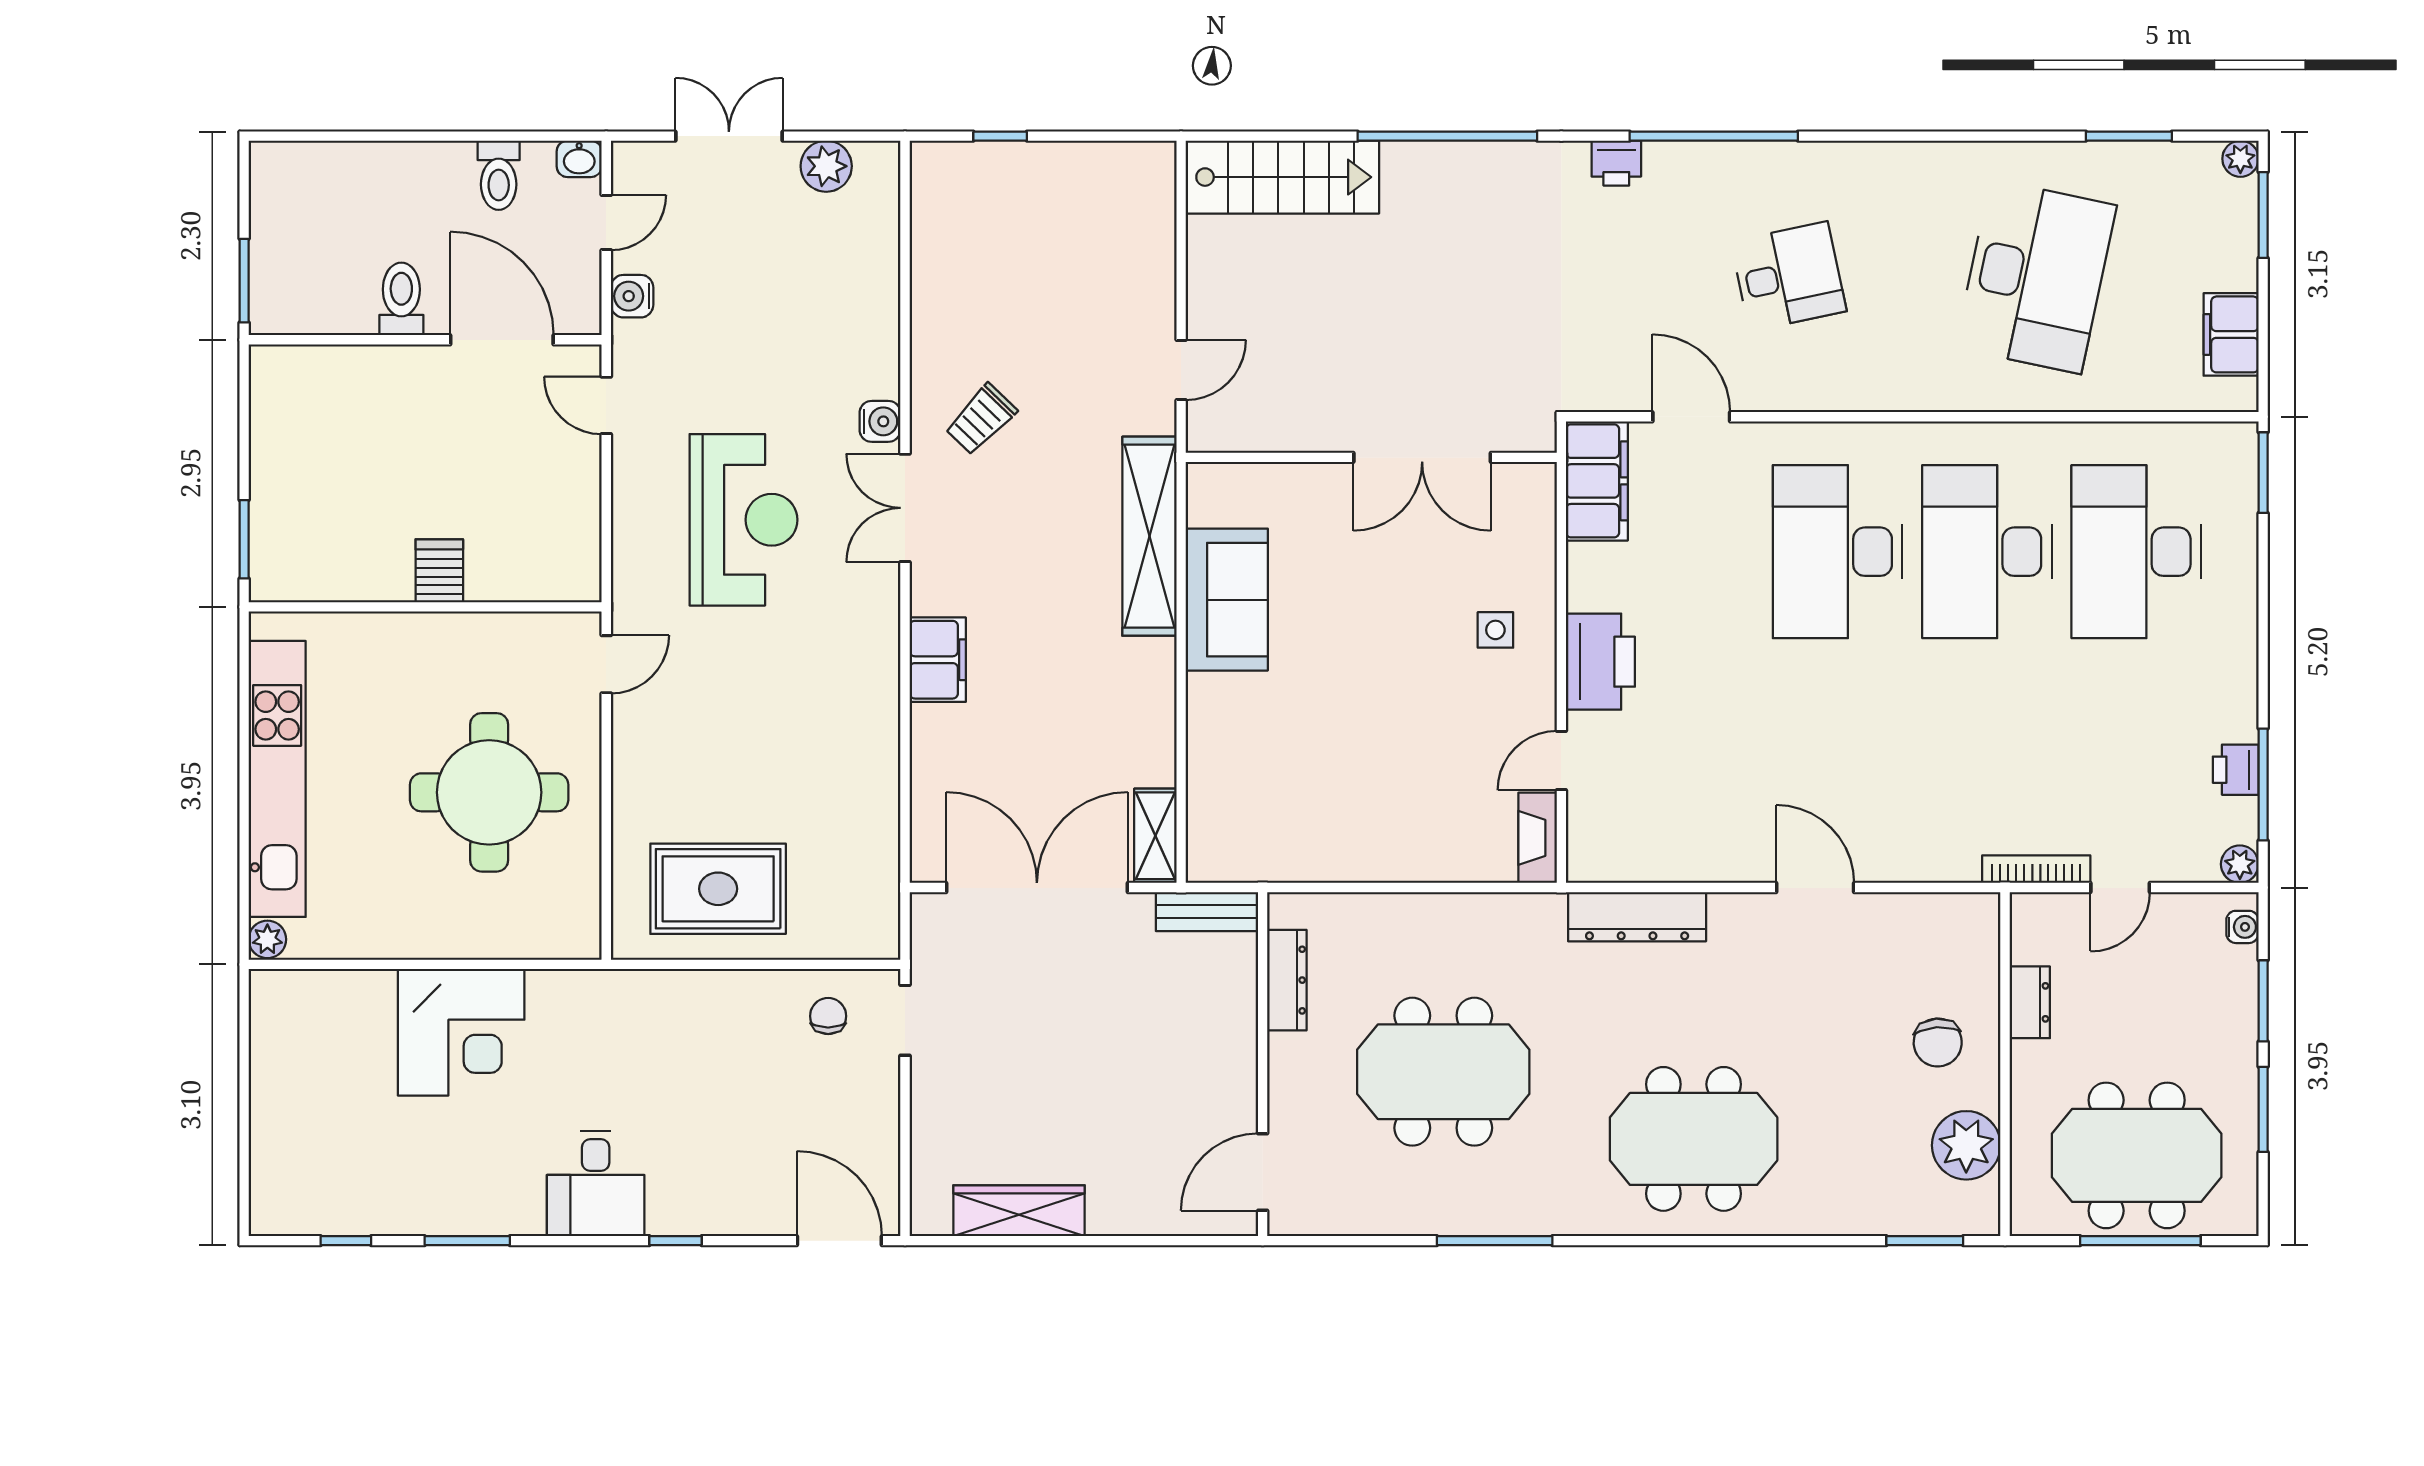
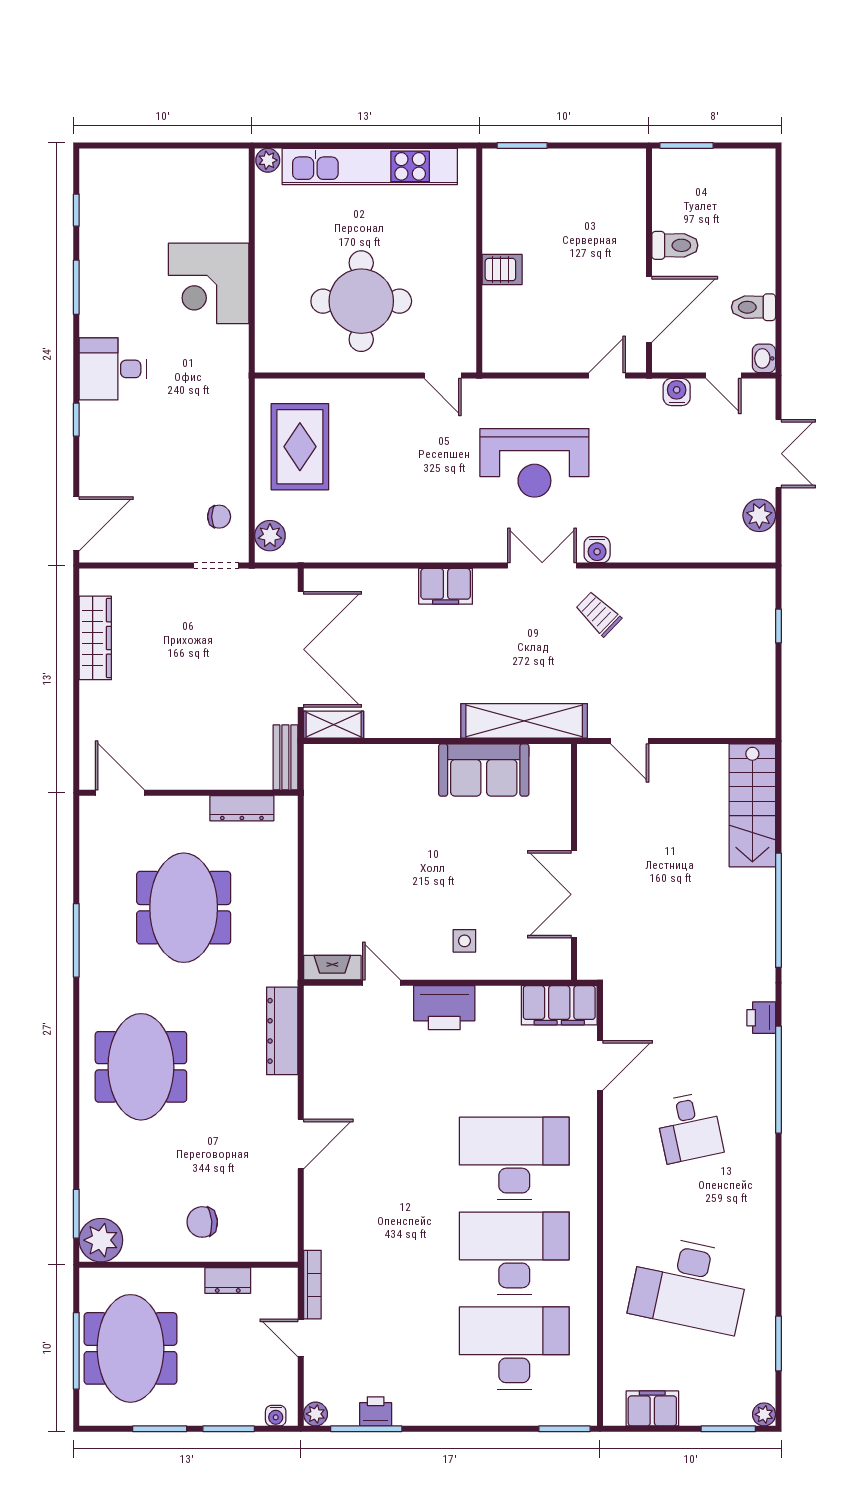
plant: (858, 936) -> (270, 536), added
plant: (1966, 1145) -> (101, 1240), moved

